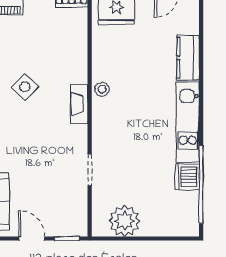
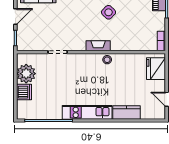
dishwasher: (187, 177) -> (24, 92), moved, turned 90

